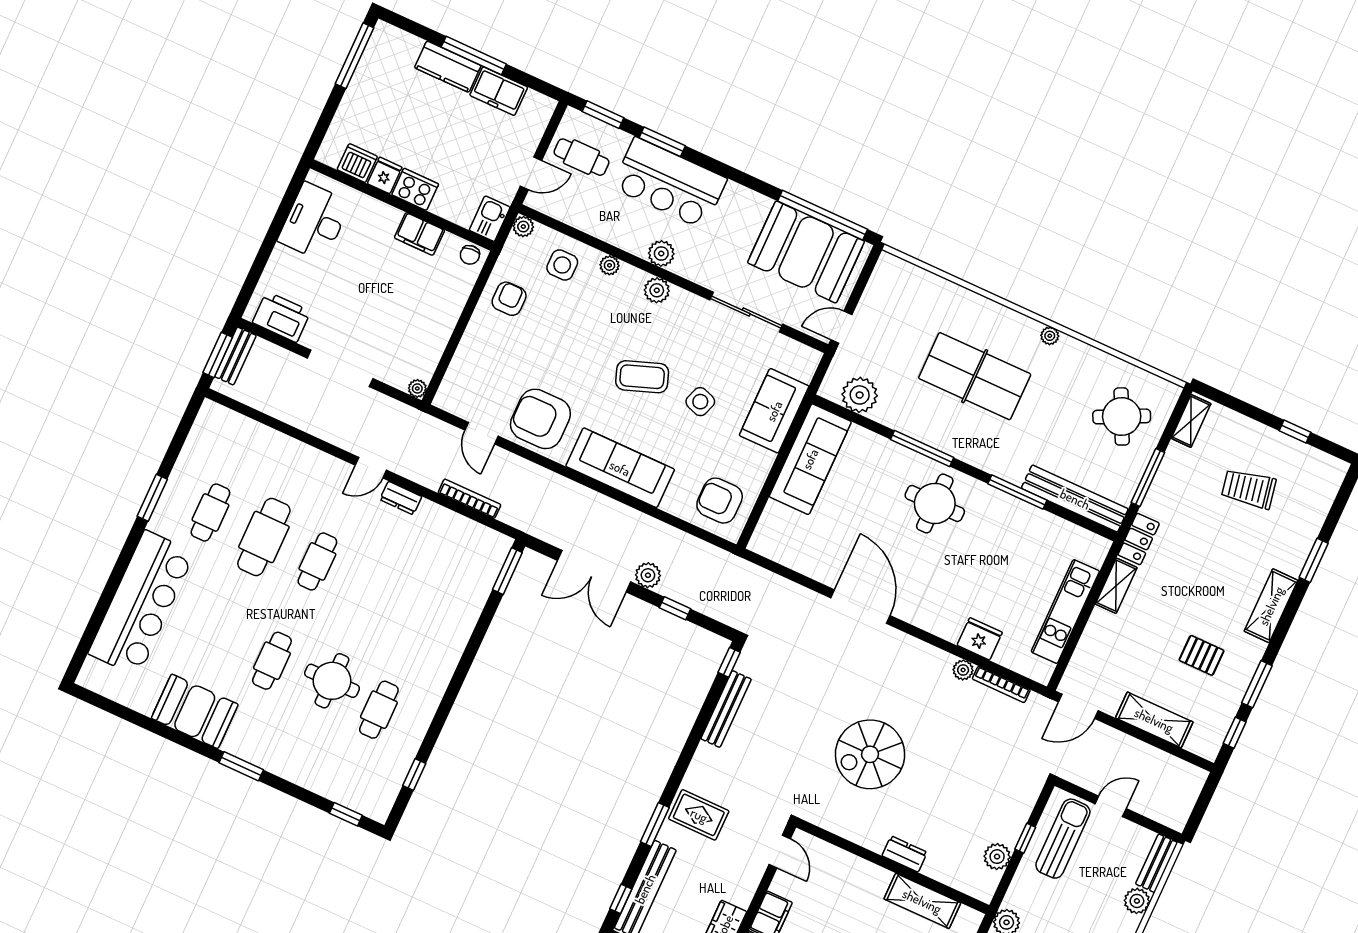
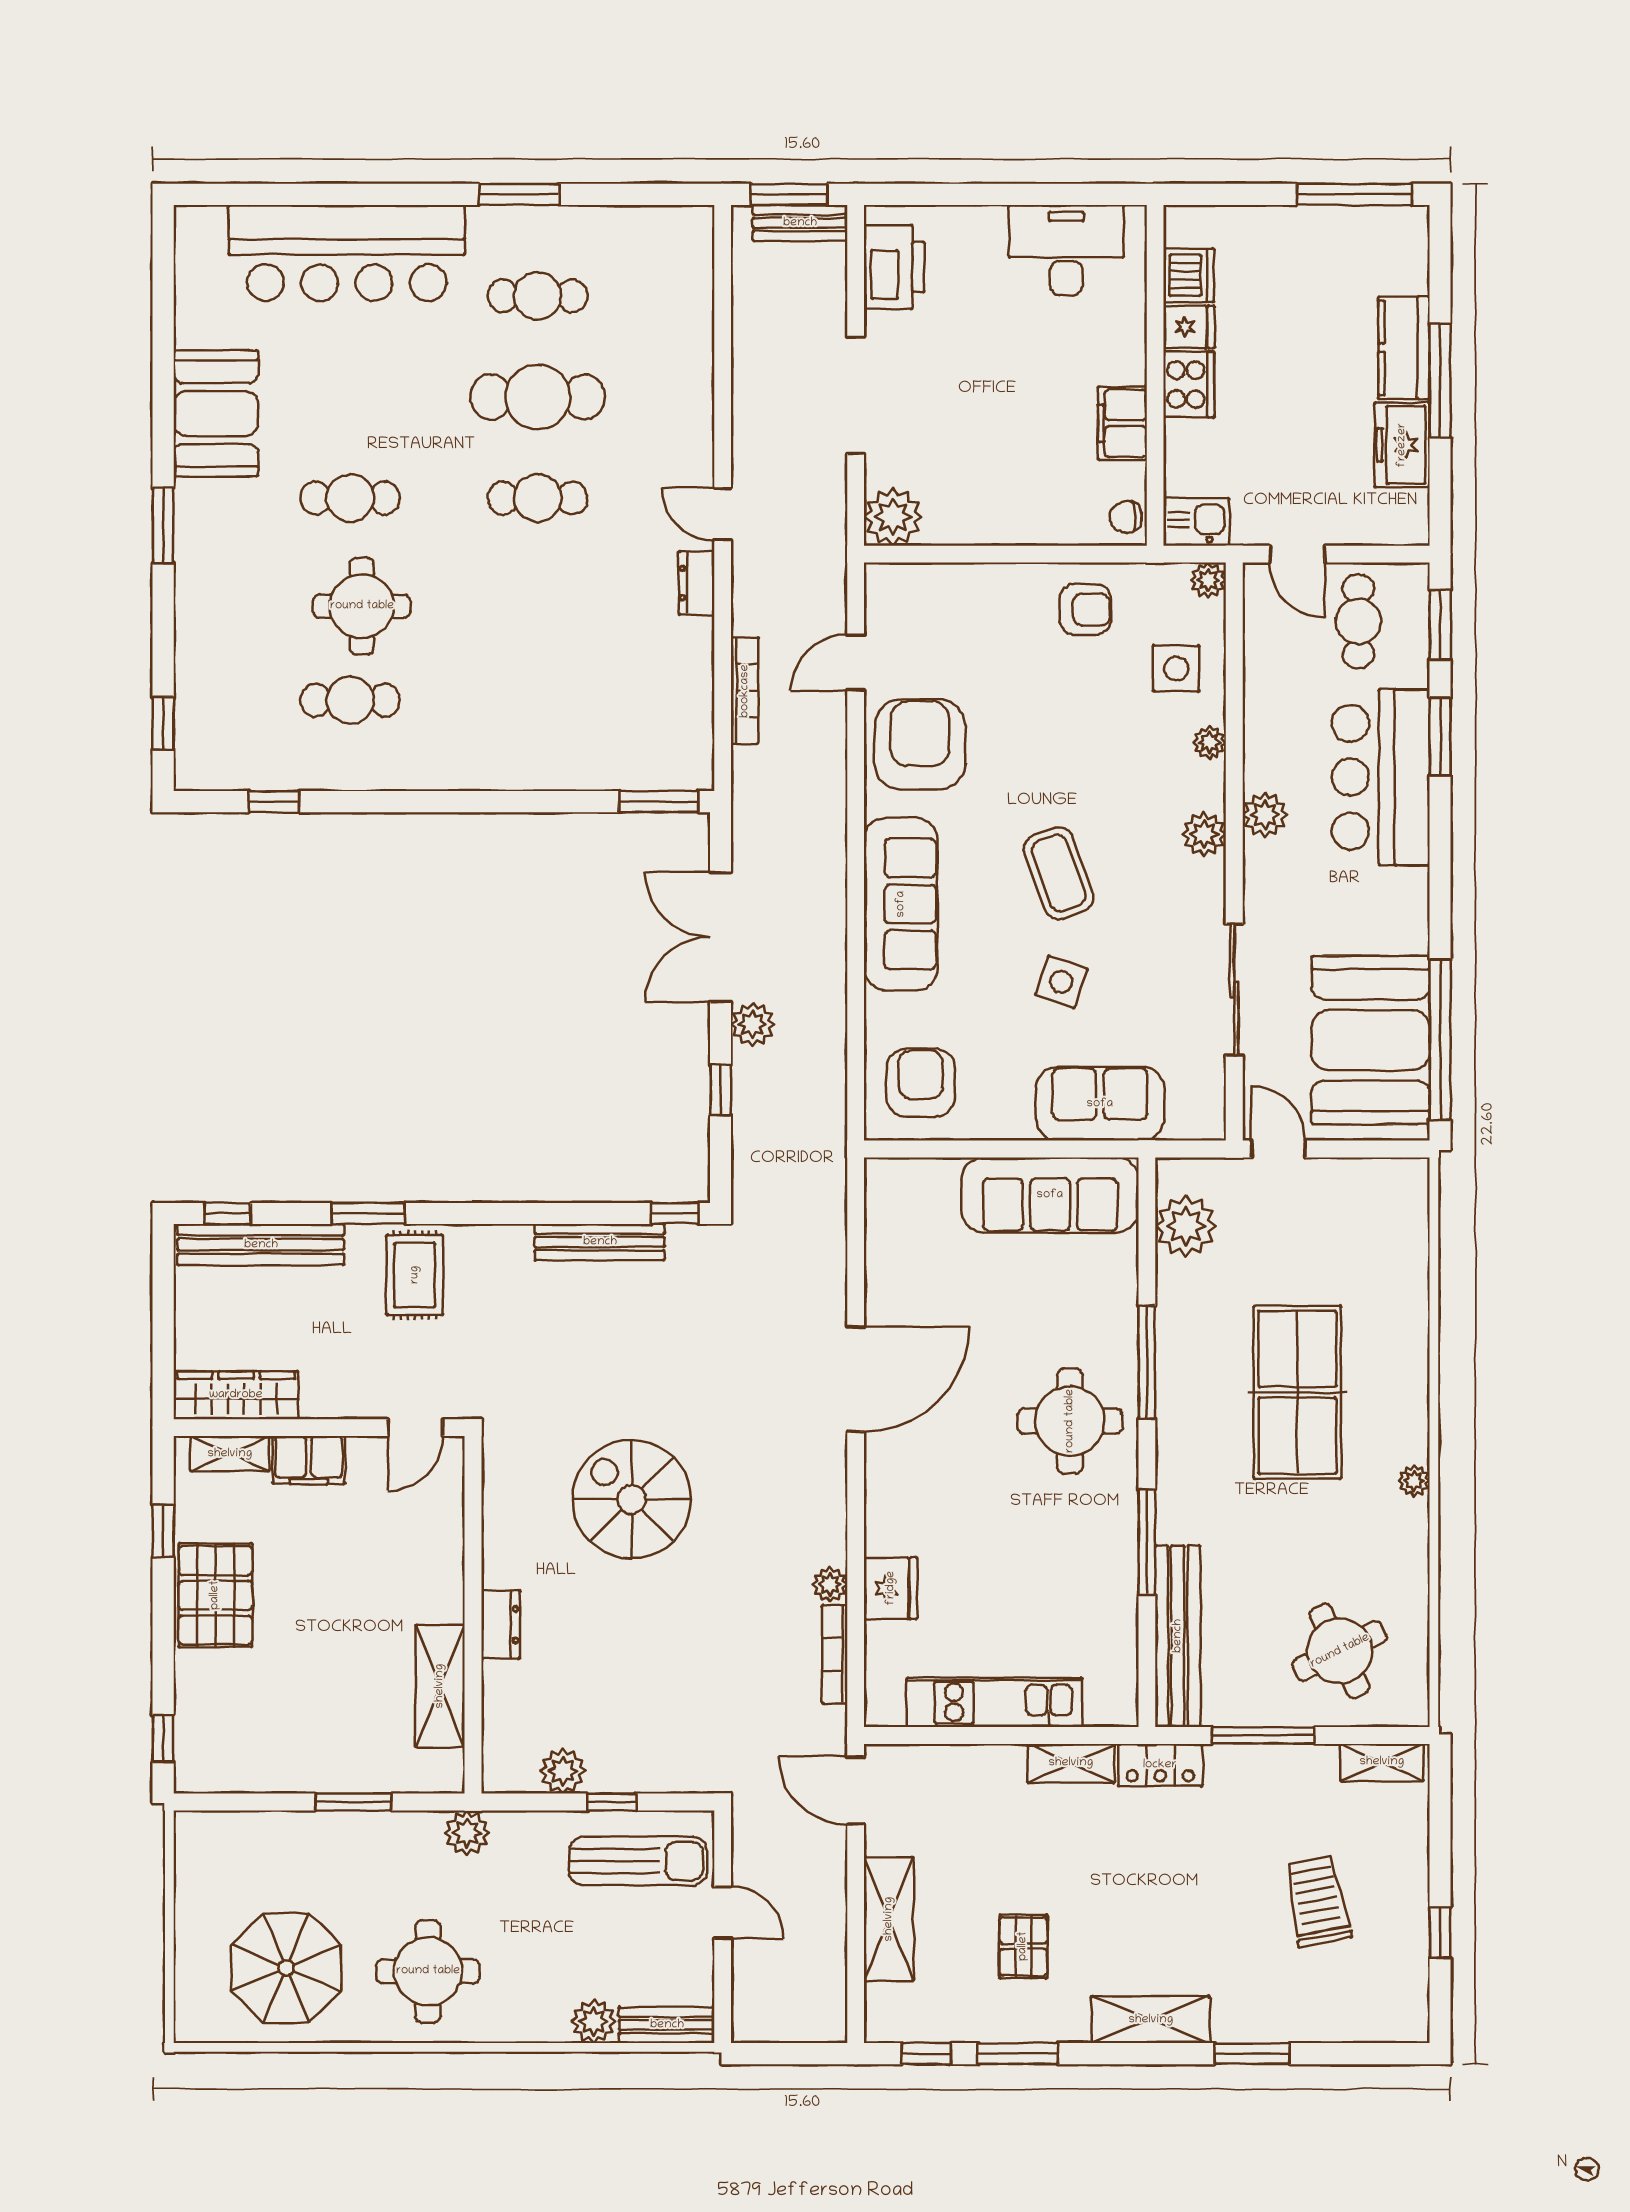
plant: (417, 388) -> (893, 517), width x1.87, depth x1.87

